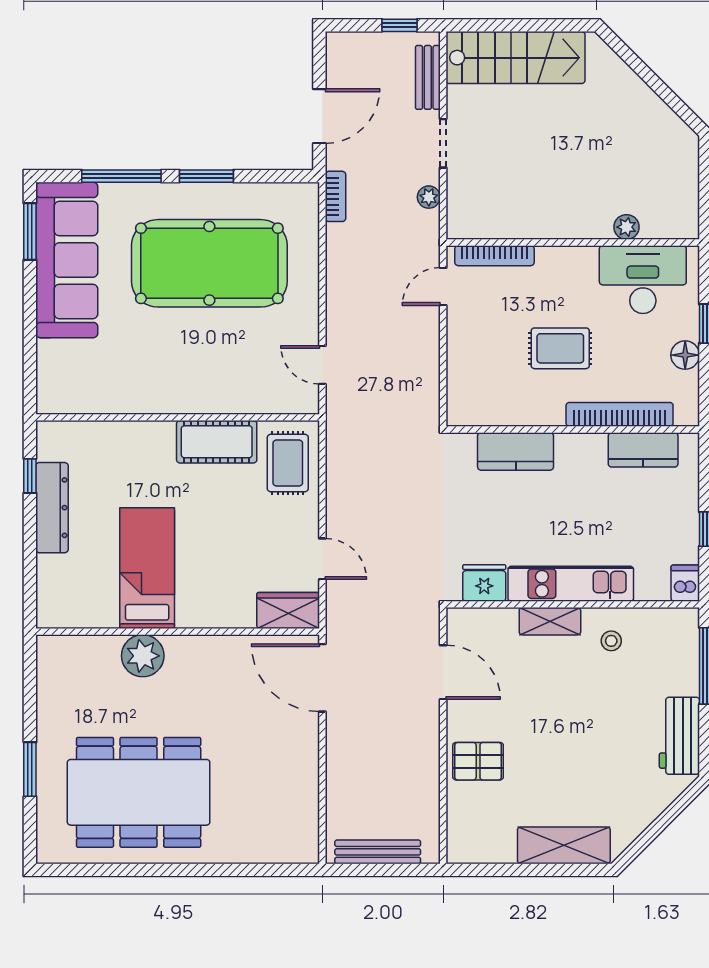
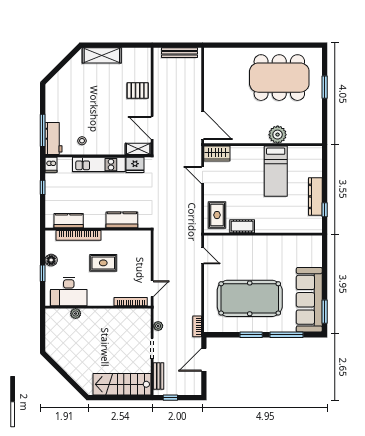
cot: (217, 442) -> (242, 226), width x0.73, depth x0.75
shelving: (550, 621) -> (138, 149), moved
workbench: (679, 736) -> (54, 139), moved

